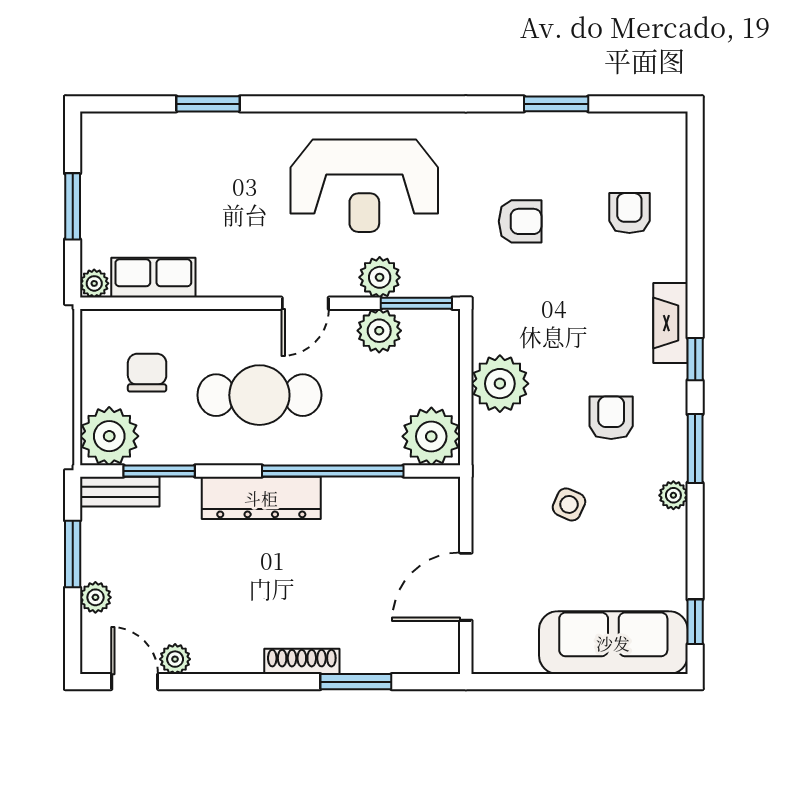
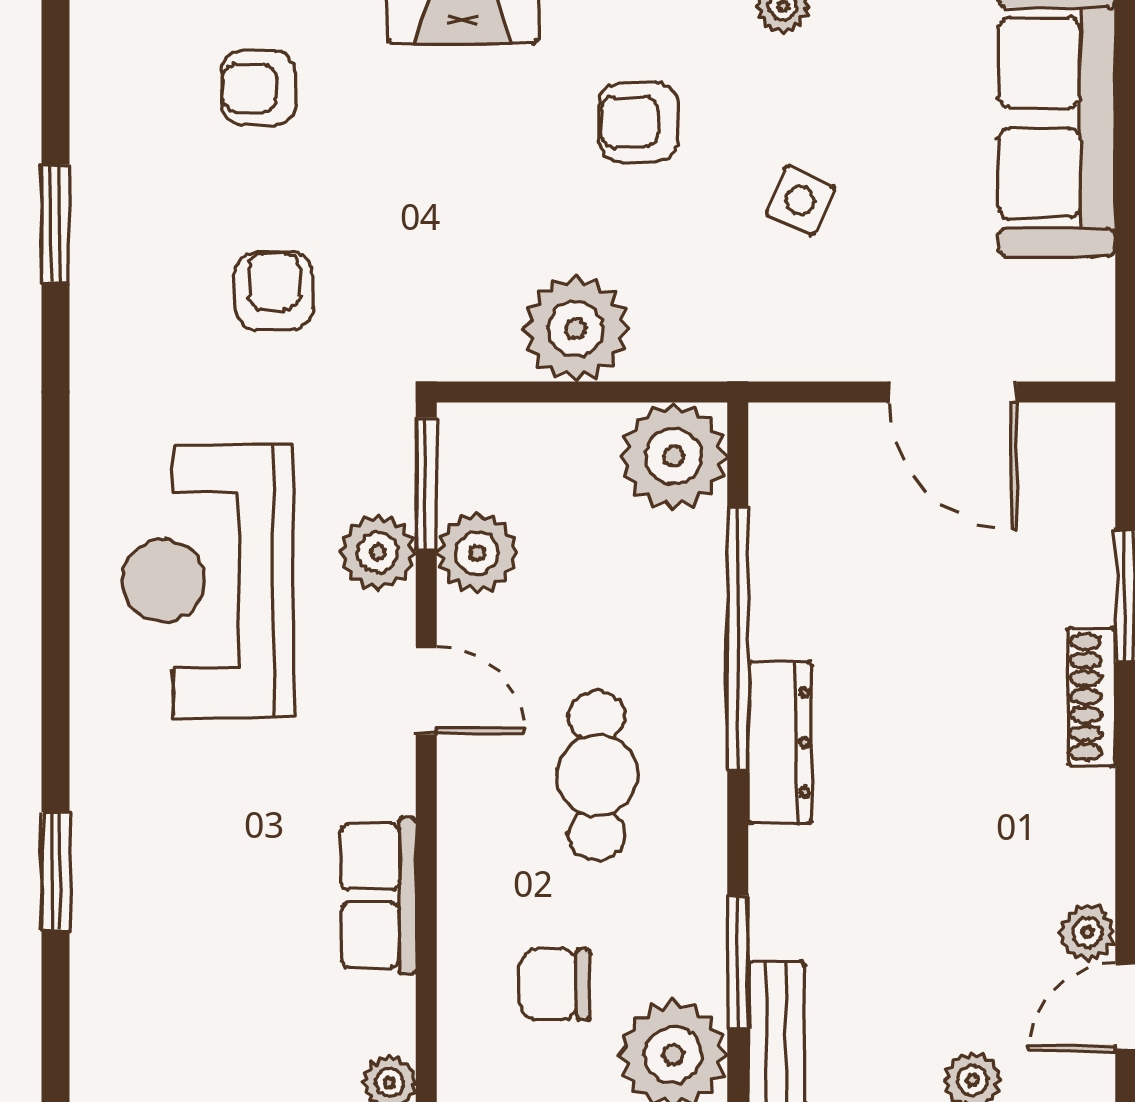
reception desk: (364, 186) -> (208, 581), turned 180
row of seats: (153, 278) -> (378, 896), moved
cafe table: (259, 395) -> (597, 775), width x0.73, depth x0.74
dresser: (261, 498) -> (780, 743), width x0.73, depth x0.80

